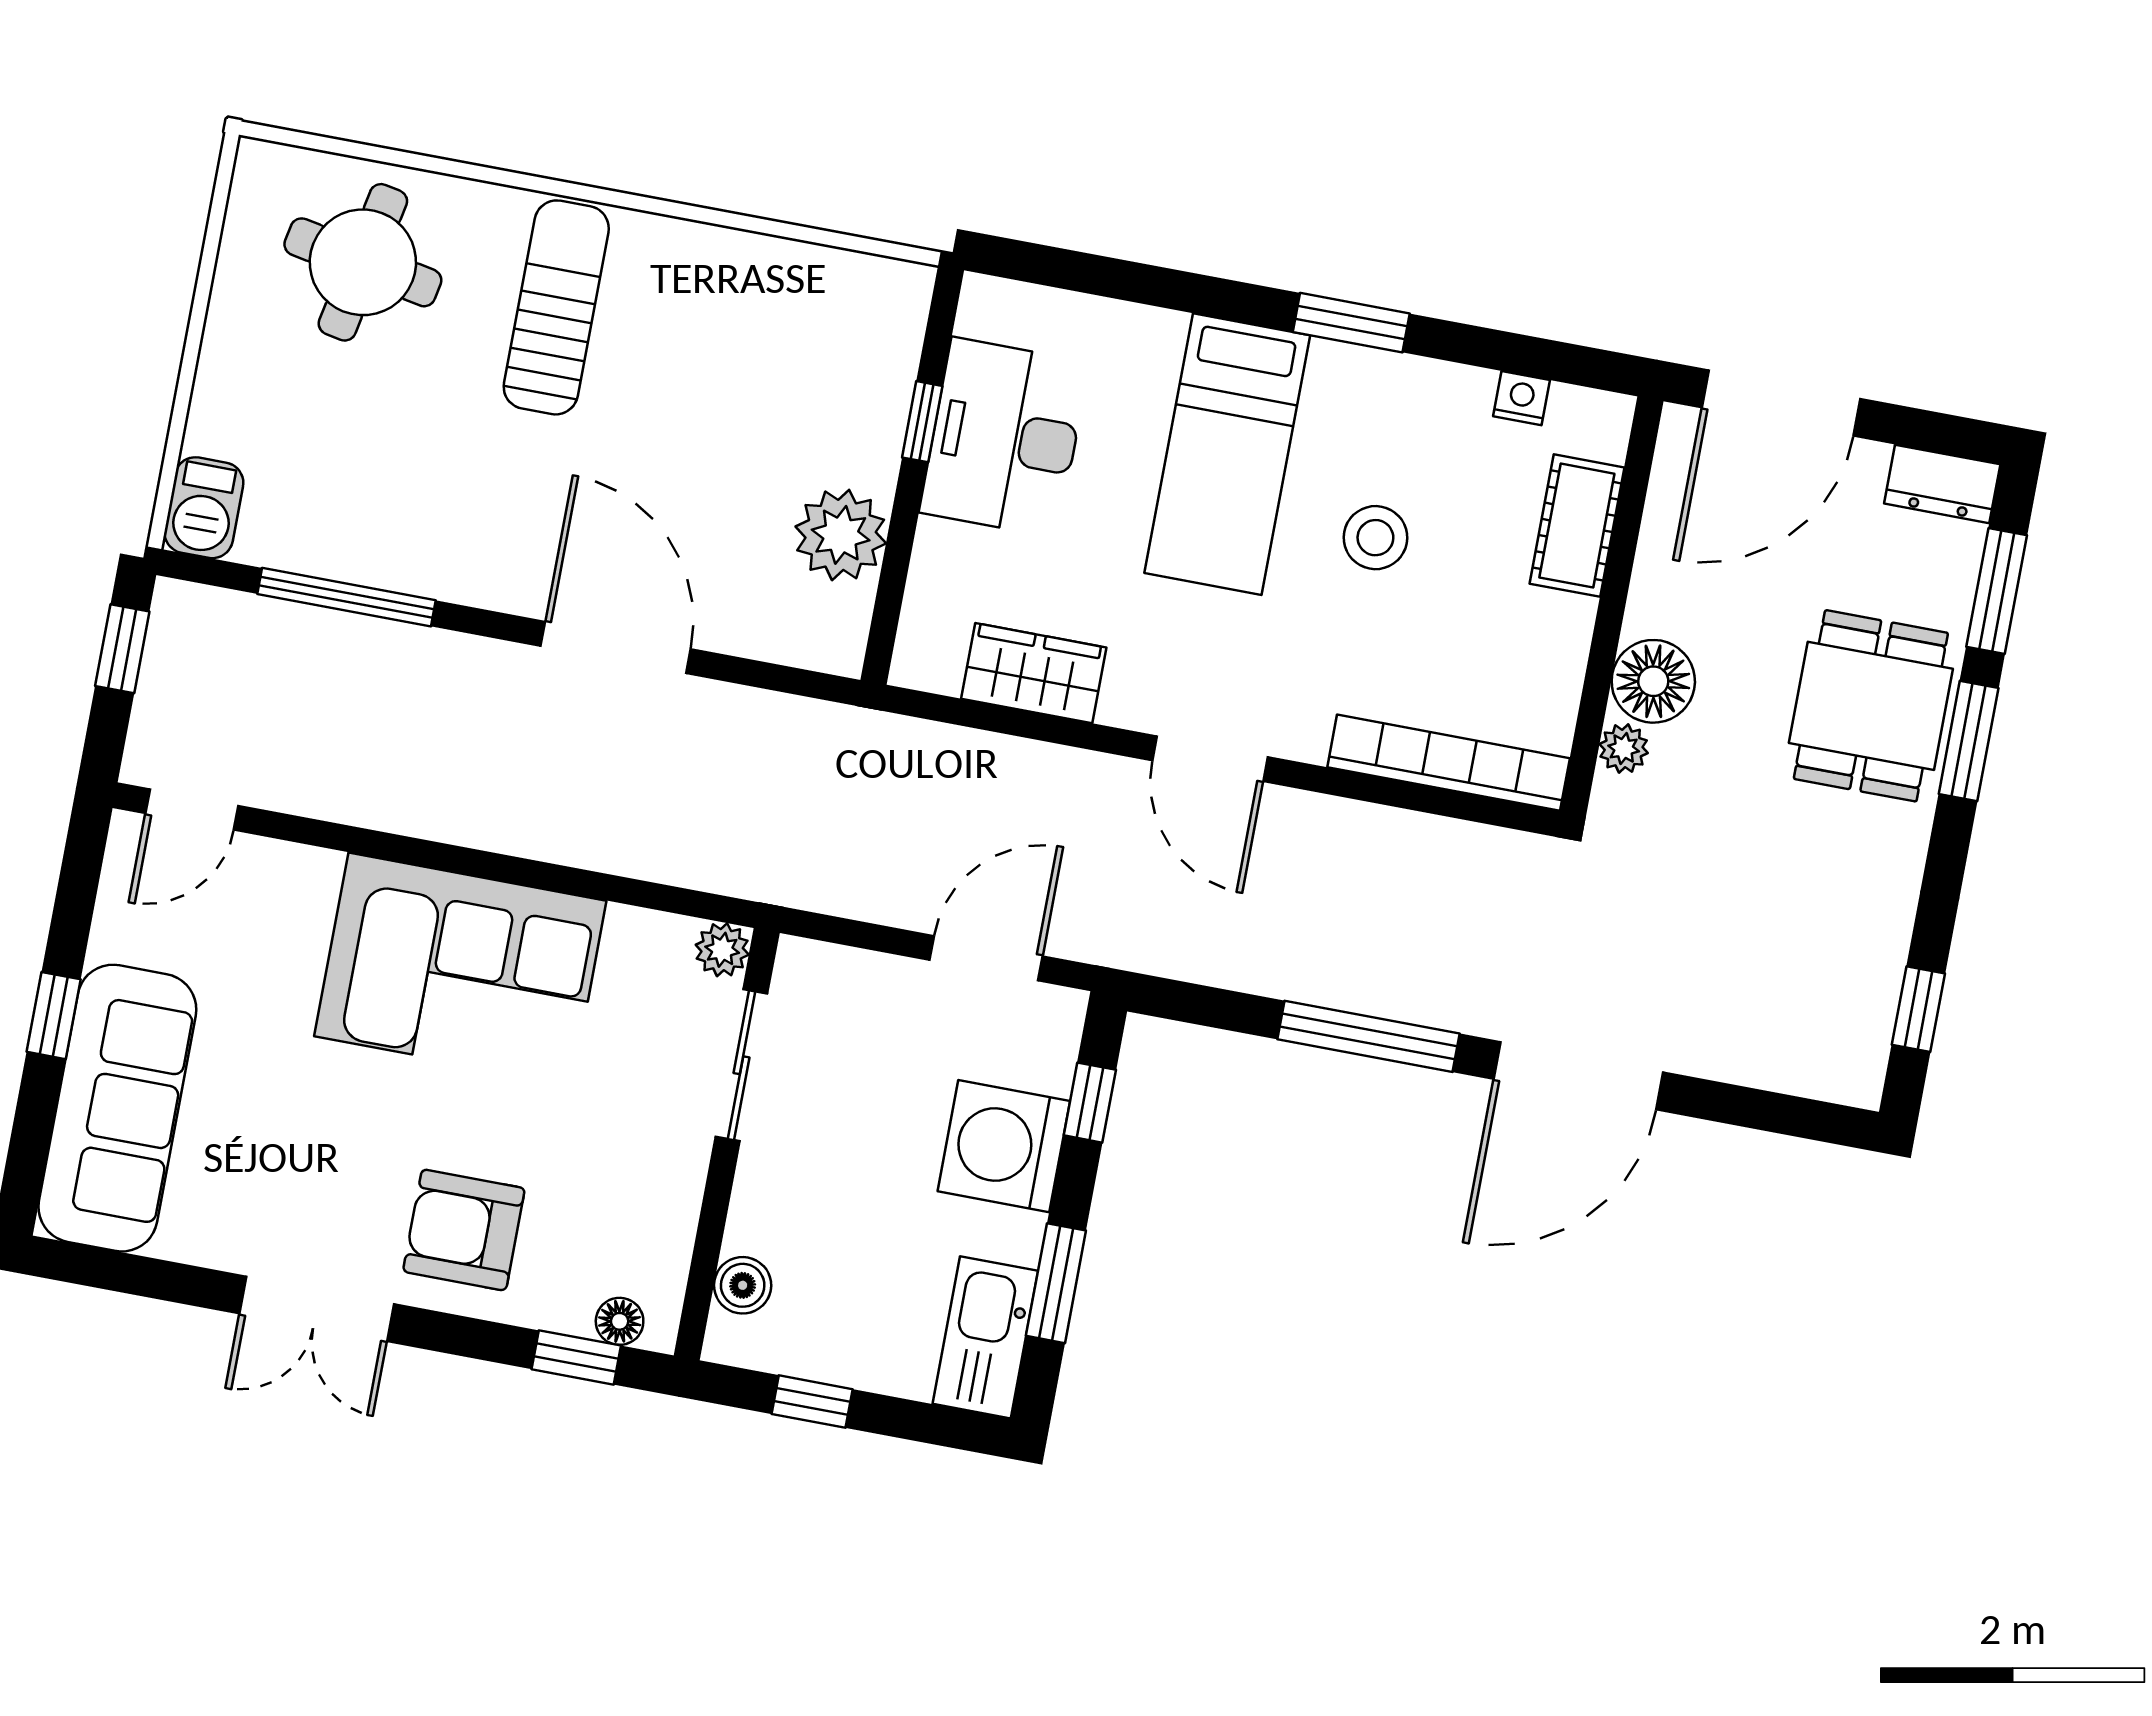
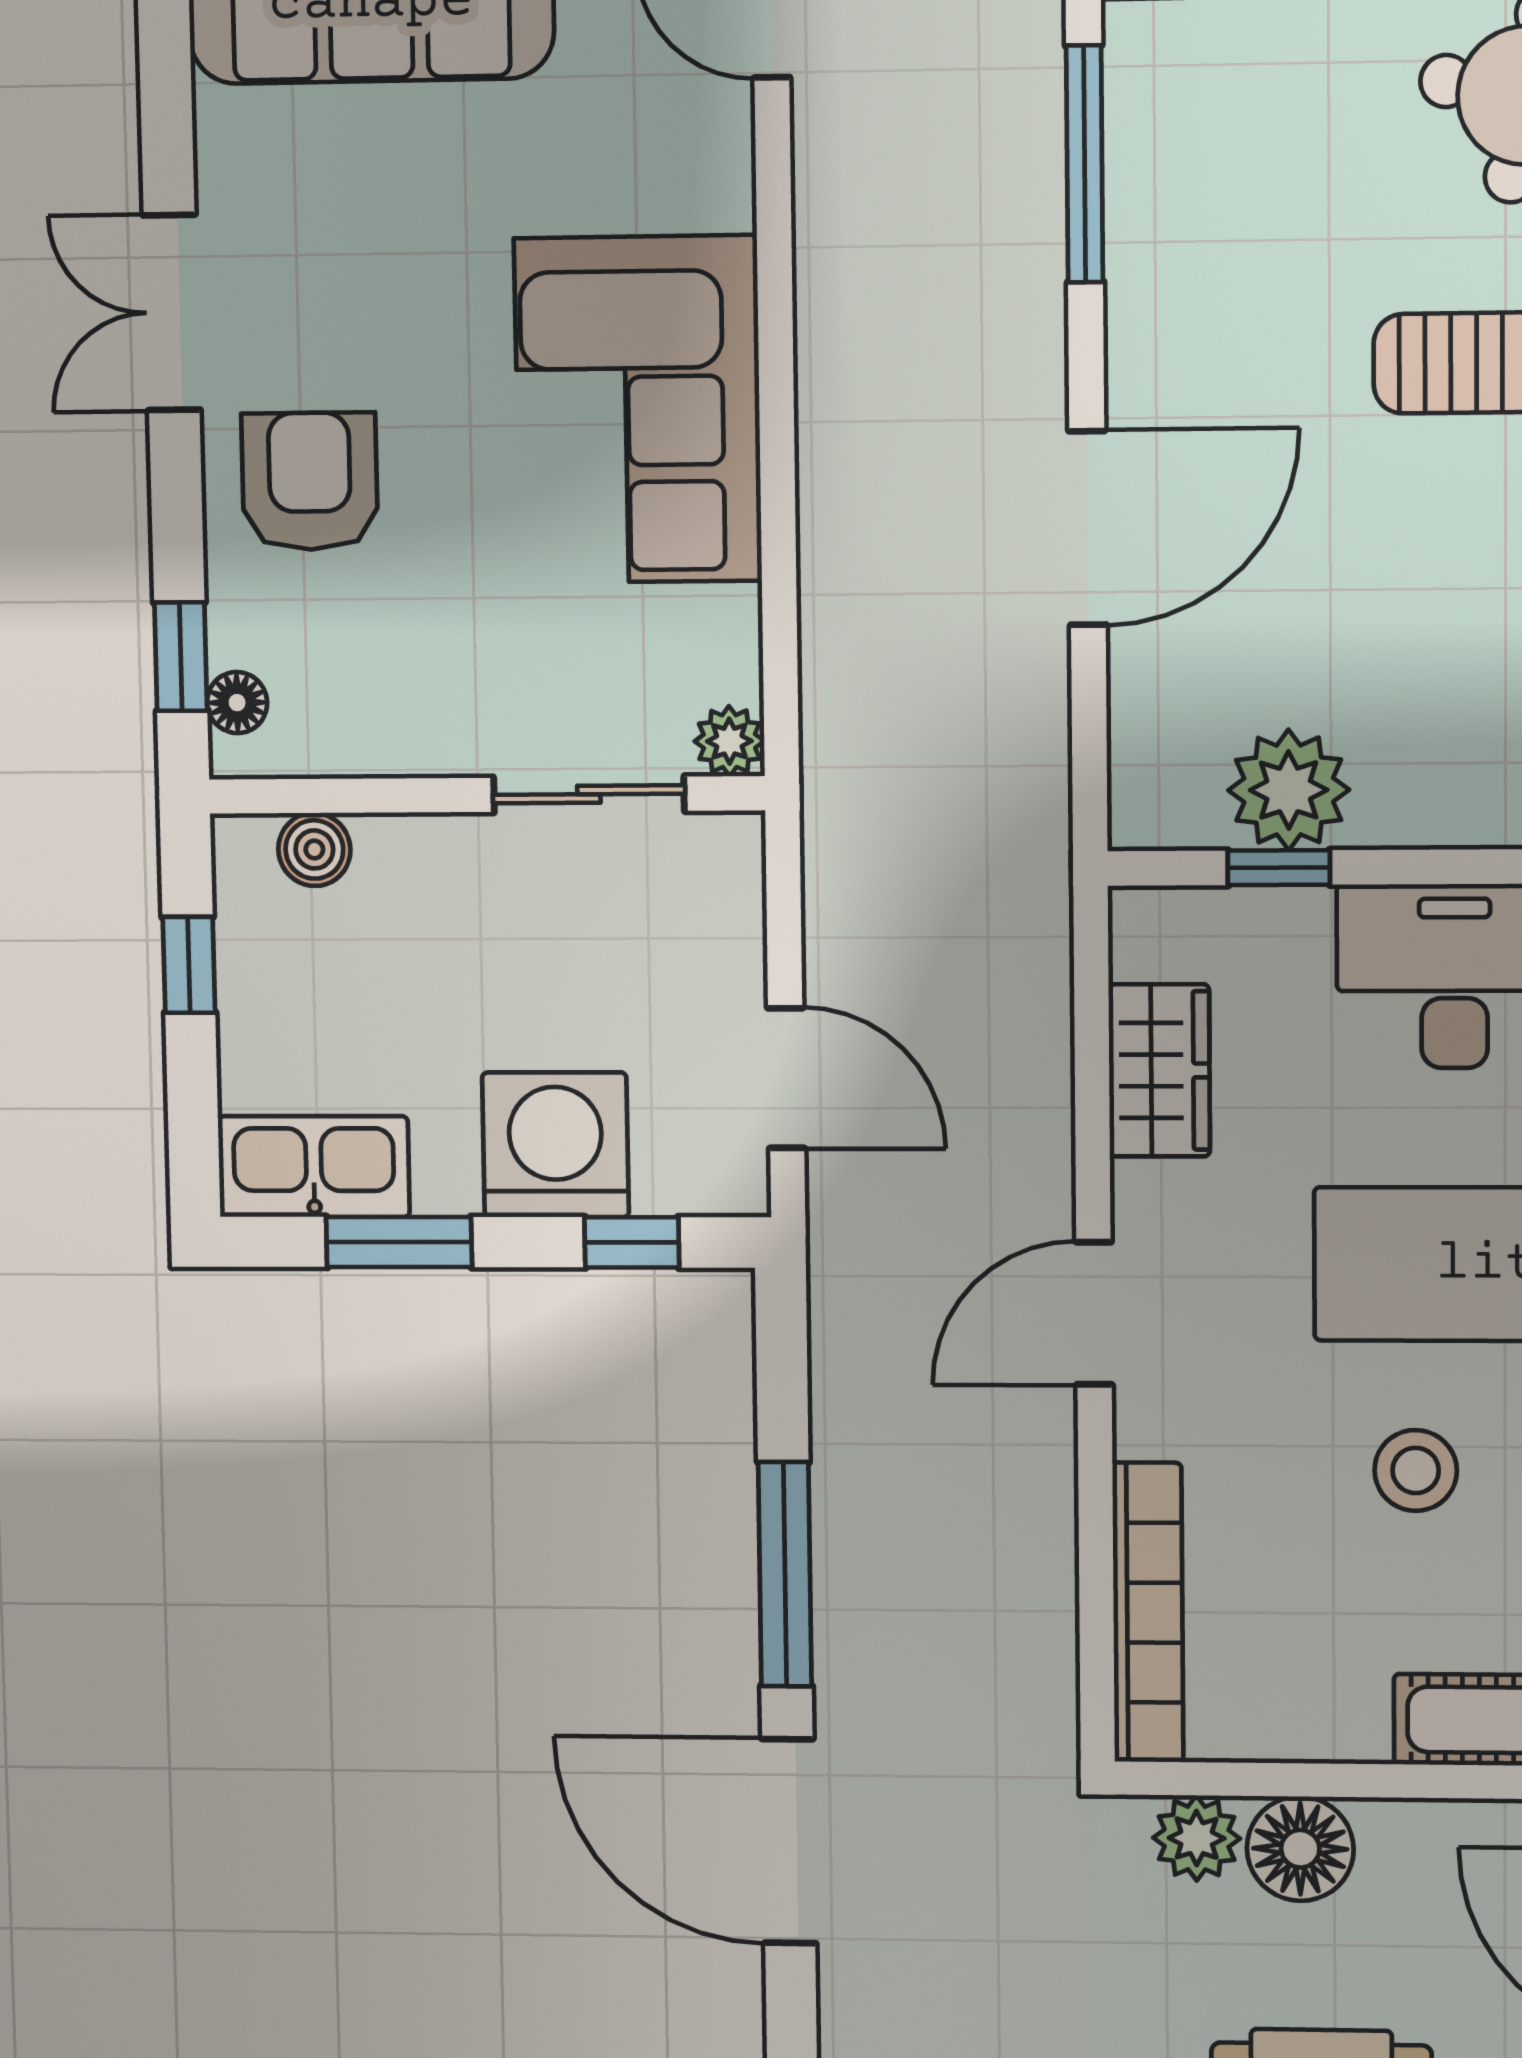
window: (922, 422) -> (1279, 868), moved
plant: (1624, 749) -> (1197, 1838), width x1.38, depth x1.38

